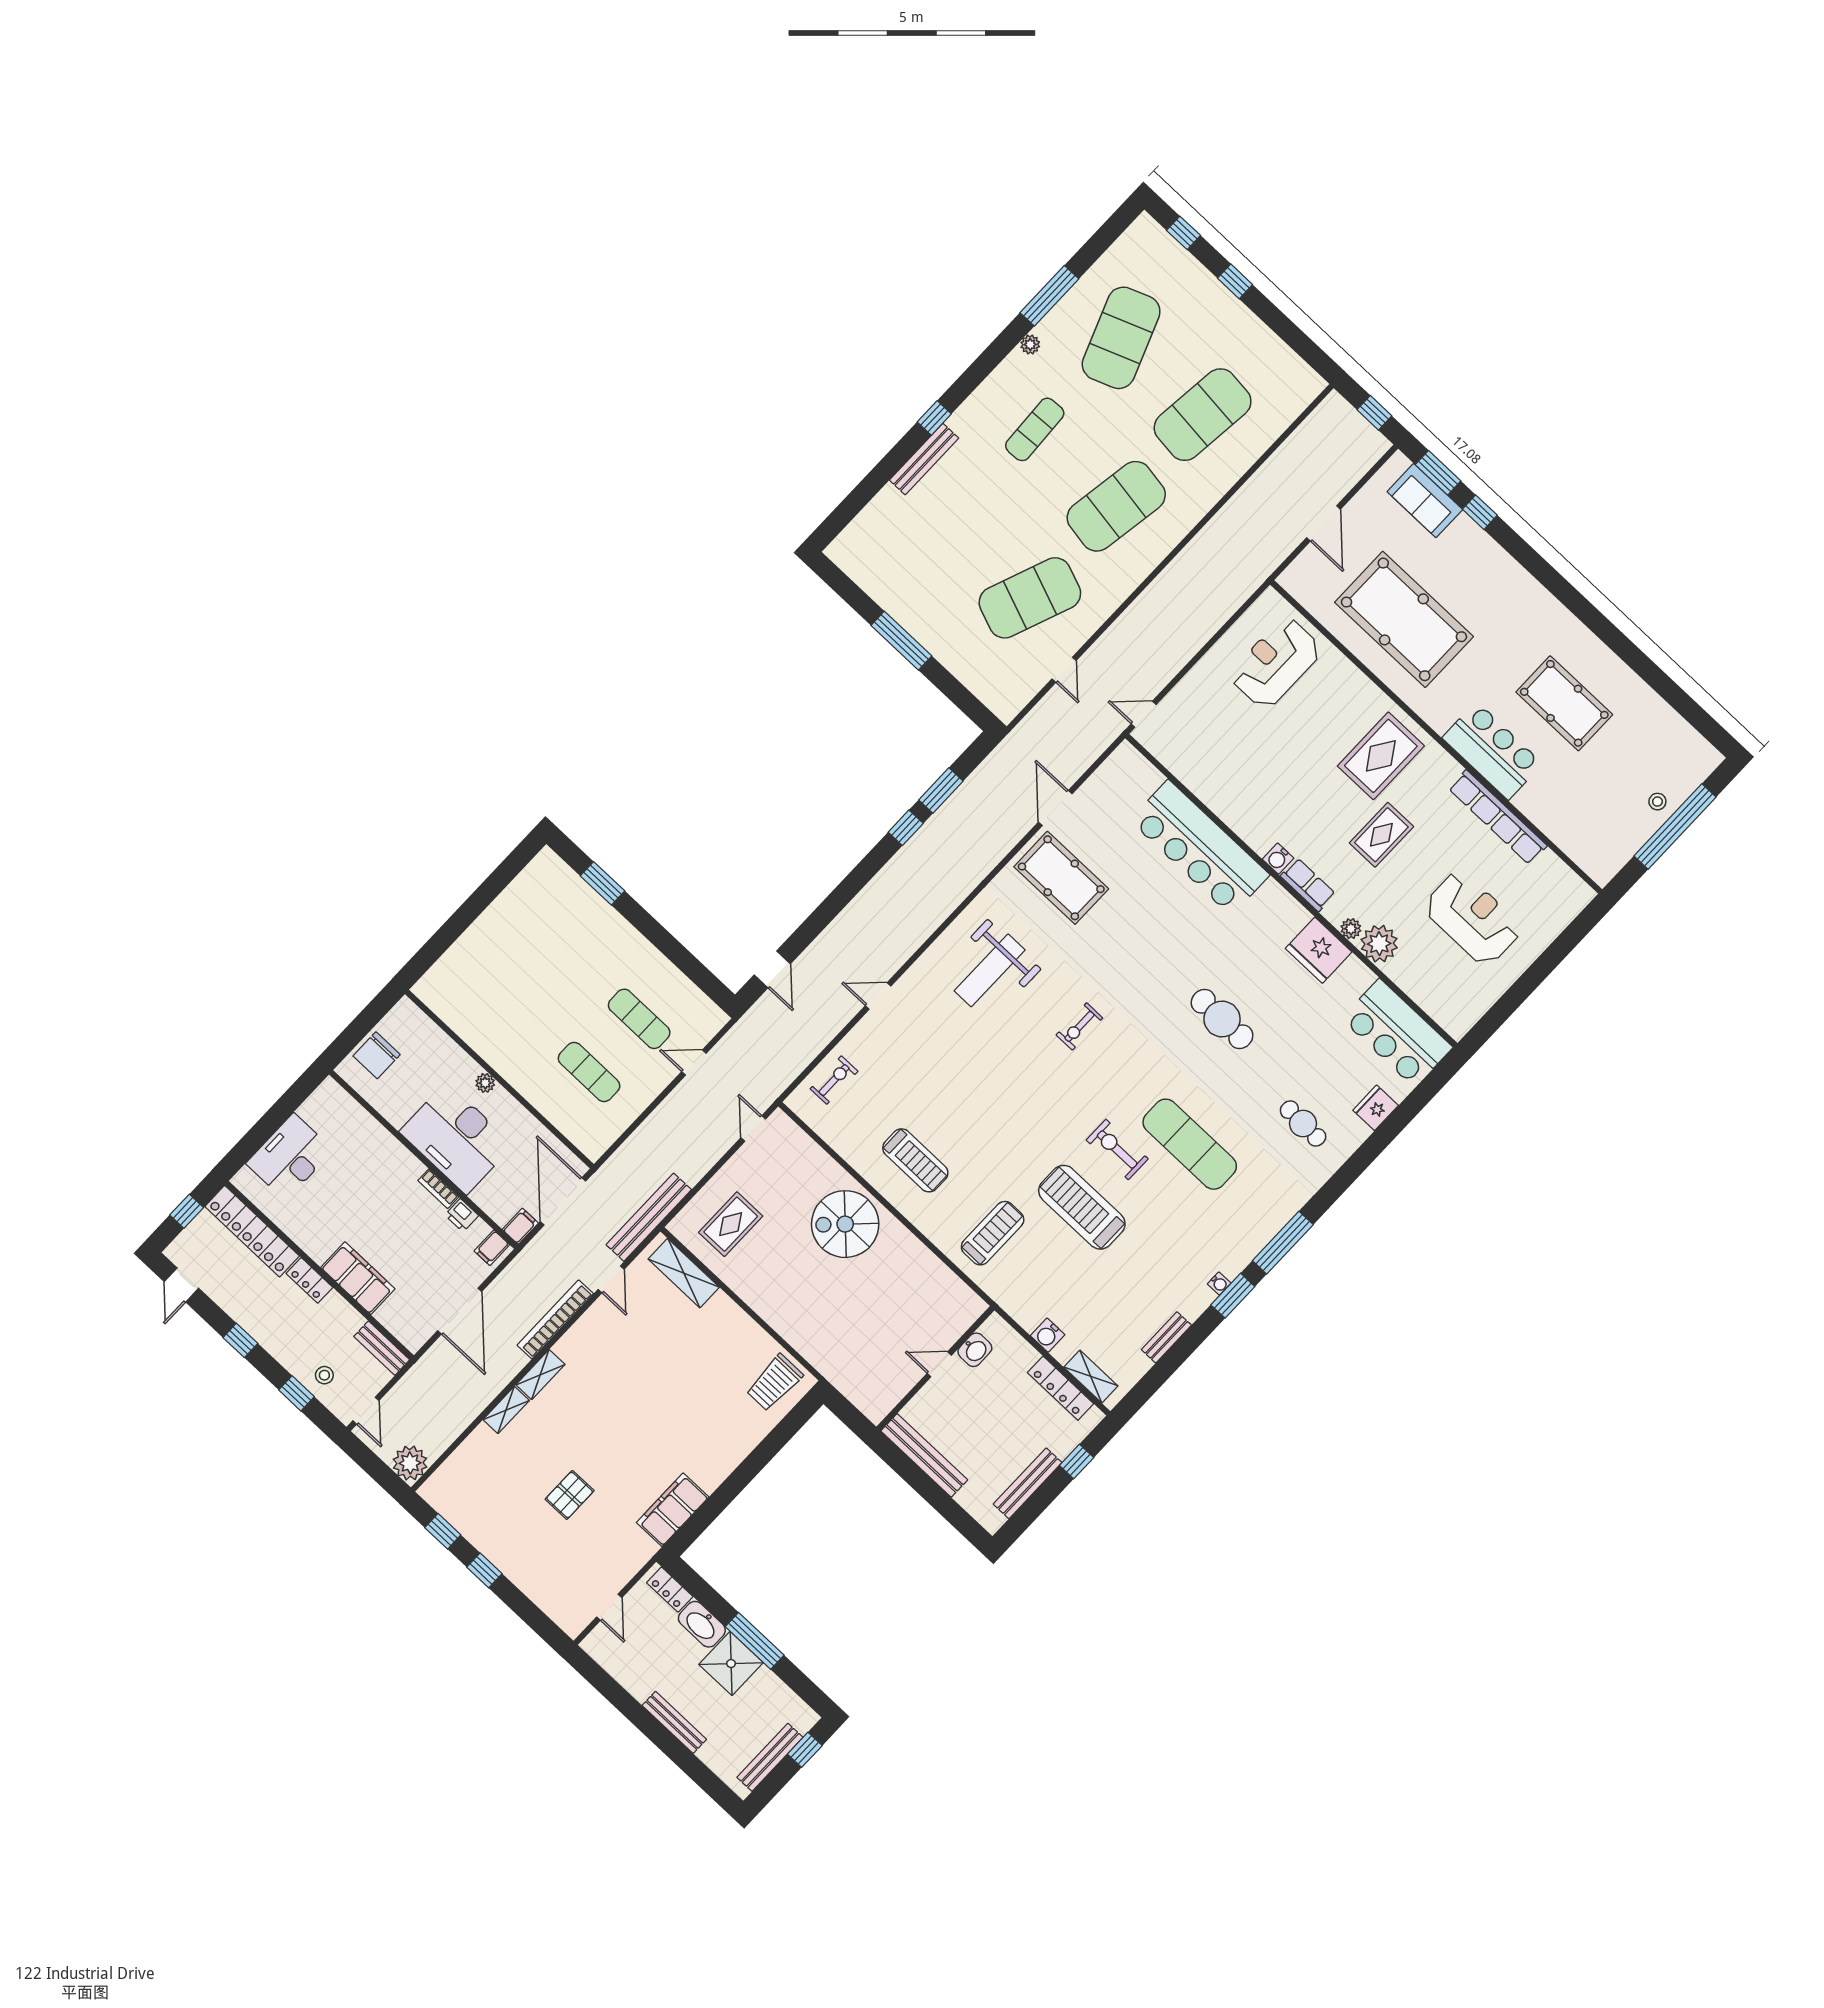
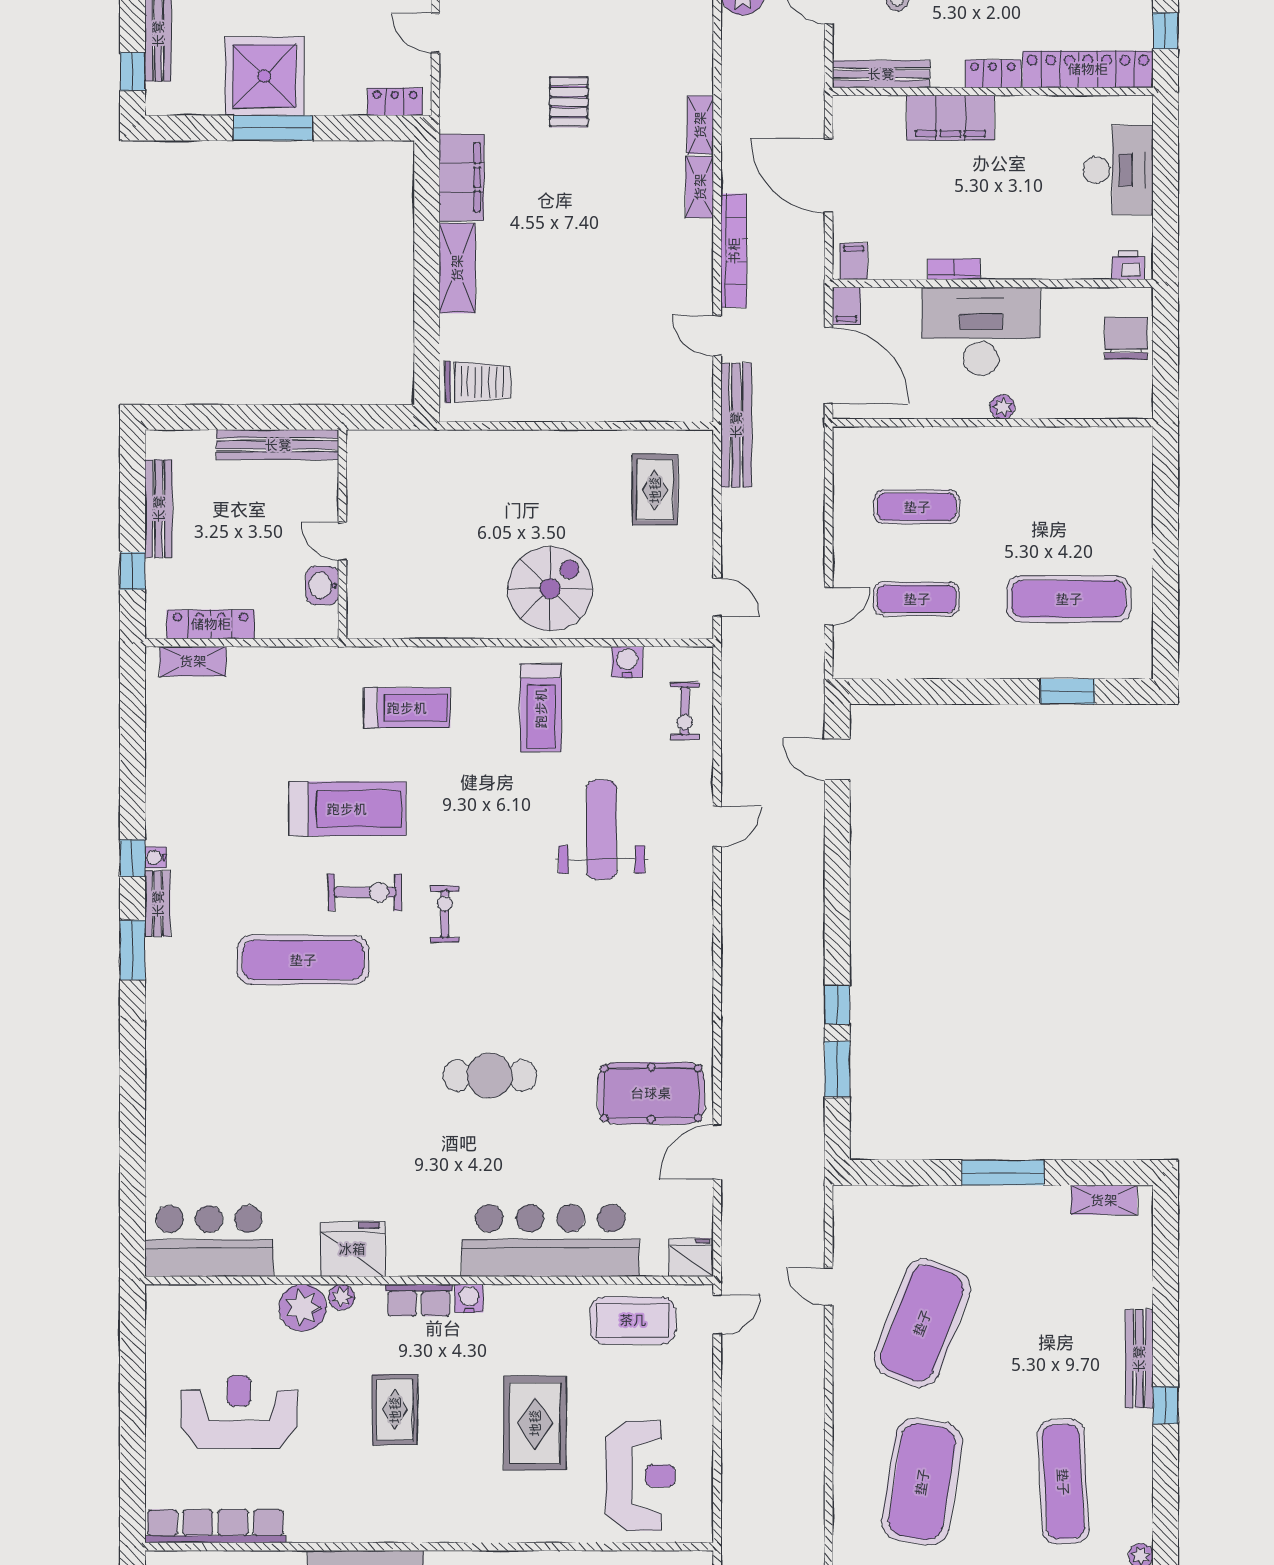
exercise mat: (1035, 429) -> (1063, 1482), width x1.36, depth x1.45
shelving: (858, 570) -> (1104, 1200), added
rug: (1381, 756) -> (535, 1423), moved
coffee table: (1195, 757) -> (633, 1320), added
door: (1055, 808) -> (717, 1152), swing flipped
row of seats: (1498, 817) -> (215, 1526), moved
reception desk: (1473, 918) -> (239, 1412), turned 180
exercise mat: (551, 936) -> (1069, 599), added
weight bench: (990, 970) -> (602, 830), moved
cafe table: (1222, 1019) -> (490, 1076), moved
exercise bike: (1079, 1026) -> (445, 914), moved
fridge: (1376, 1108) -> (691, 1258), moved, turned -90
cafe table: (1303, 1124) -> (217, 1077), removed
treadmill: (915, 1160) -> (541, 708), turned -90
printer: (462, 1215) -> (1128, 265), moved
treadmill: (993, 1233) -> (407, 708), turned -90
window: (1283, 1243) -> (133, 950), width x0.69
shelving: (684, 1273) -> (457, 268), moved, turned 90
window: (1233, 1296) -> (133, 858), width x0.67
water cooler: (1048, 1335) -> (627, 662), moved
bench: (1166, 1337) -> (158, 904), moved
bench: (382, 1348) -> (881, 74), width x1.36
door: (939, 1364) -> (342, 541), swing flipped
trolley: (774, 1383) -> (478, 382), turned 90
washbasin: (702, 1624) -> (336, 98), removed
shower: (731, 1664) -> (264, 76), width x1.37, depth x1.37

